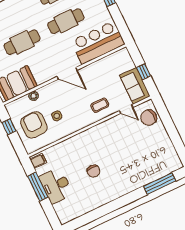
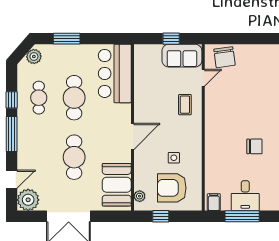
door: (67, 73) -> (132, 136), moved
plant: (34, 96) -> (140, 196), moved
desk: (56, 186) -> (245, 196), width x0.73

